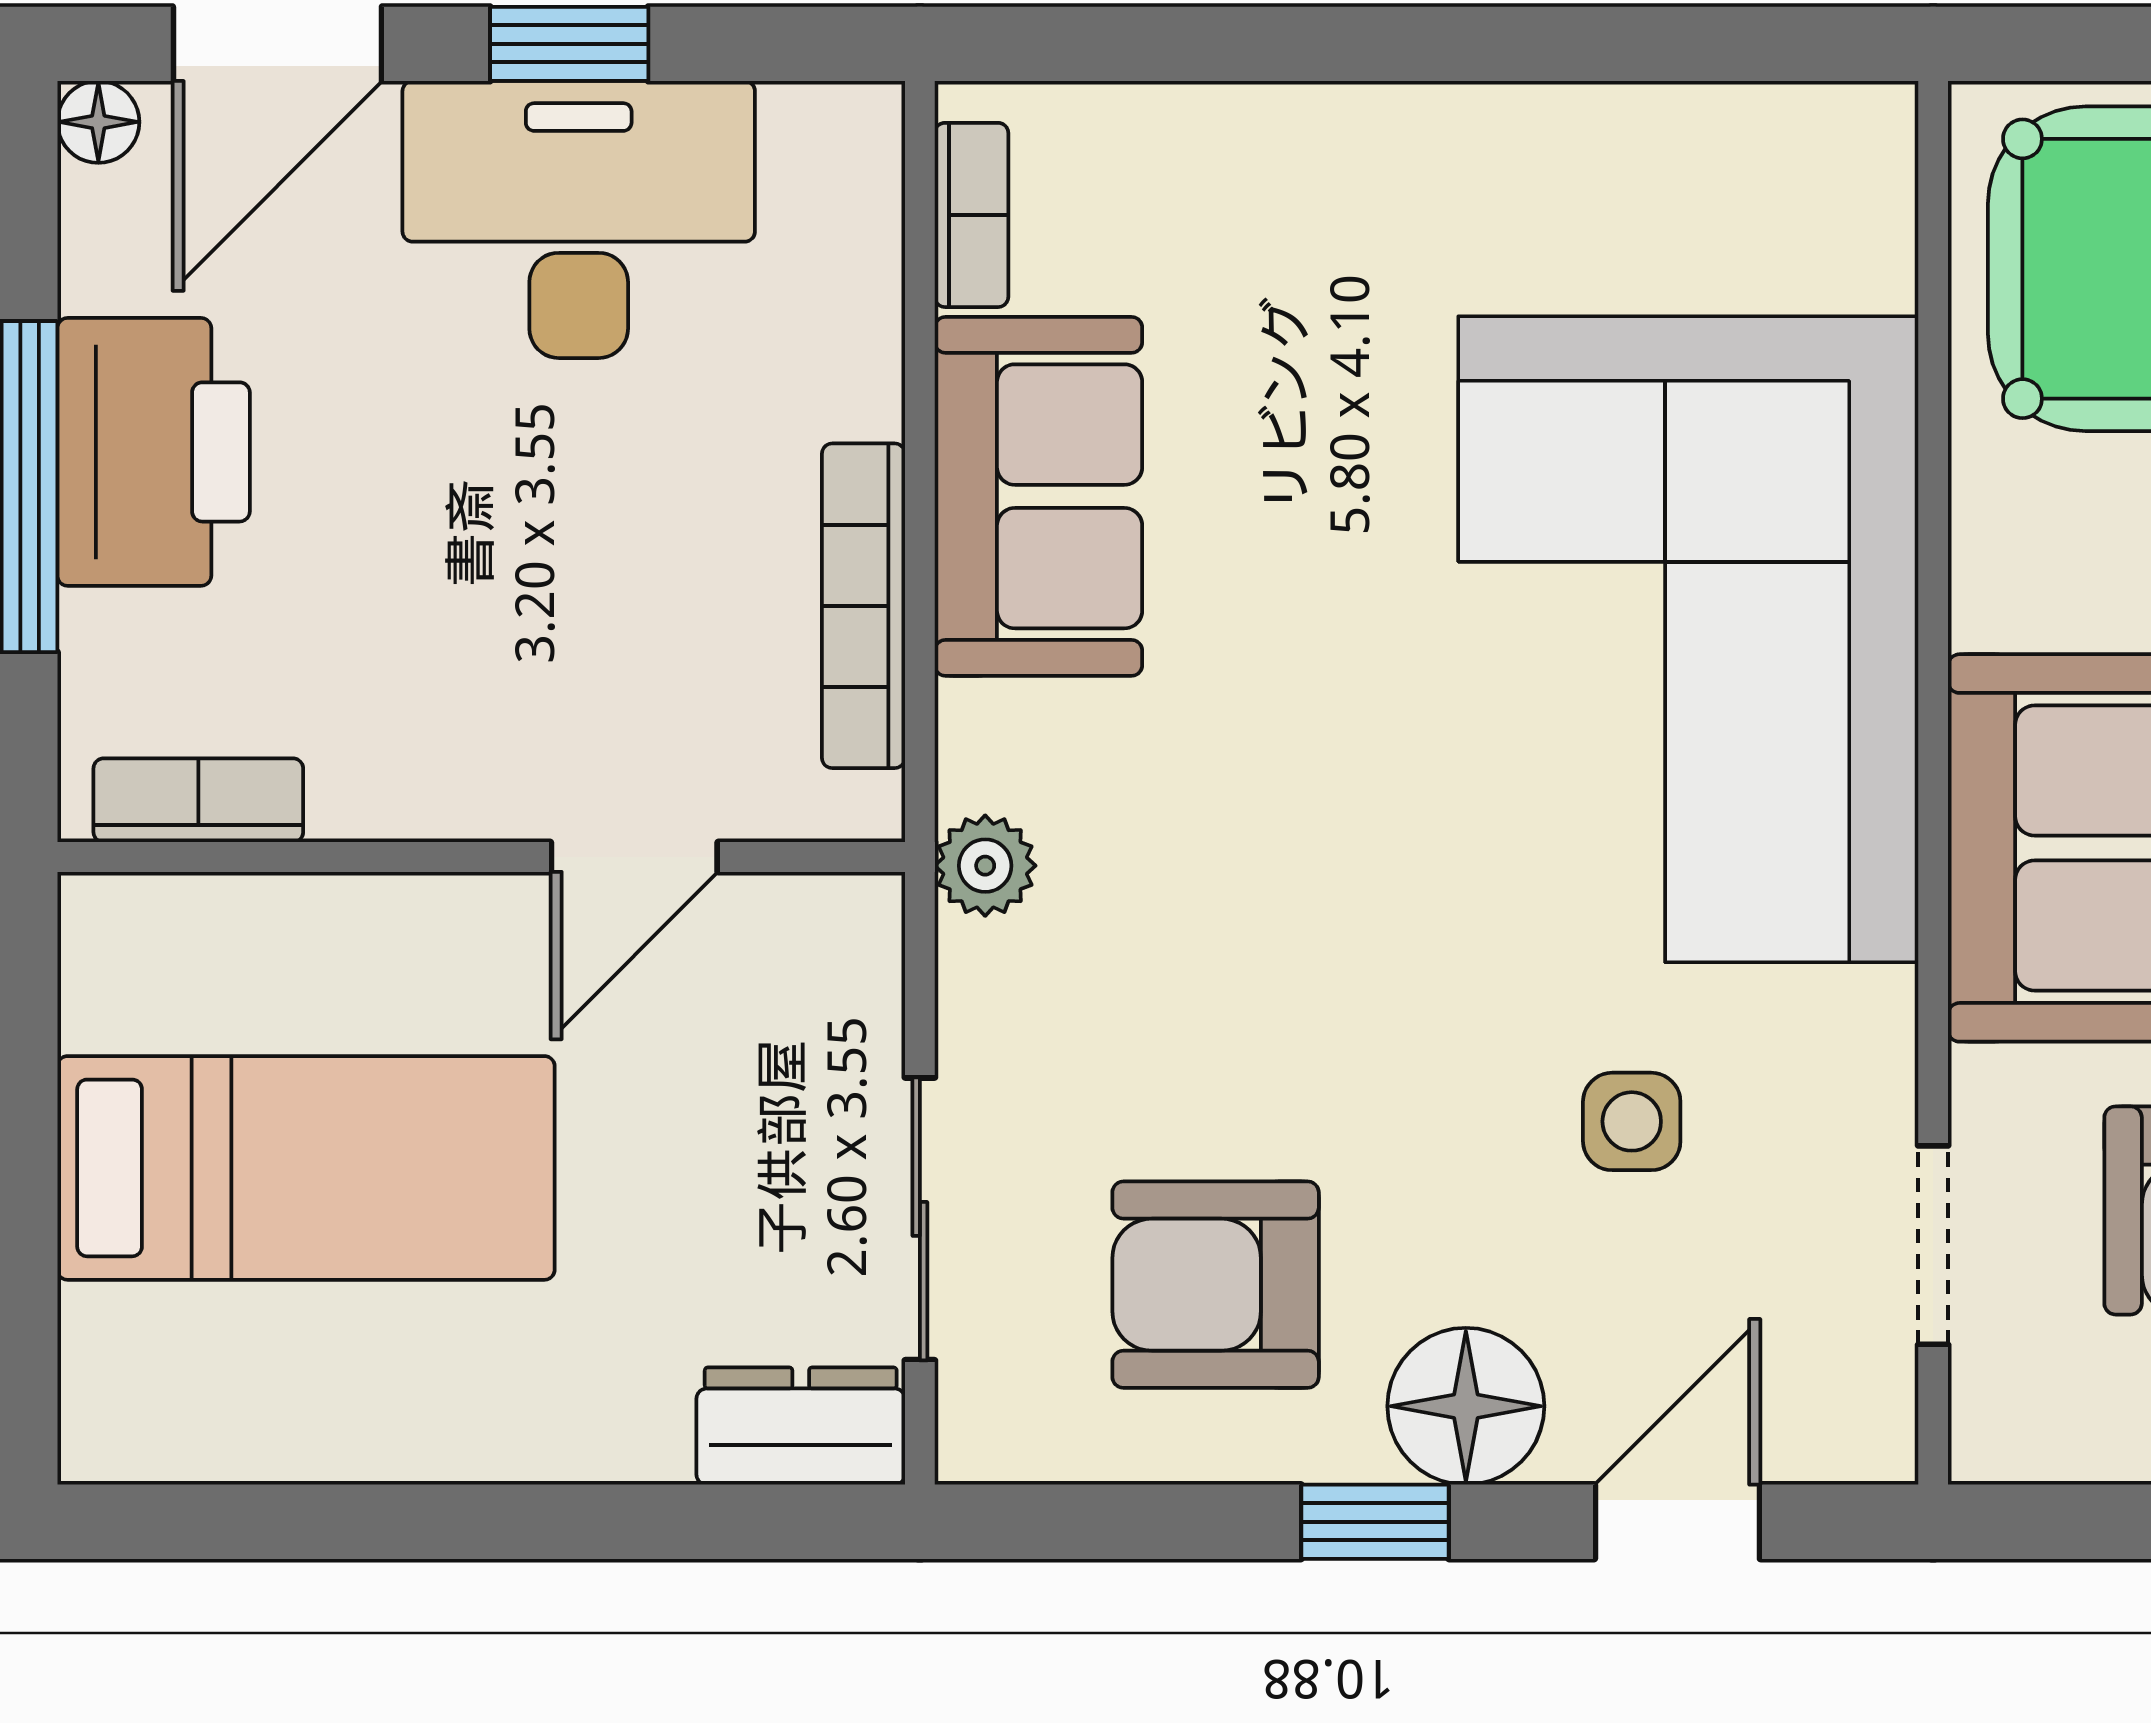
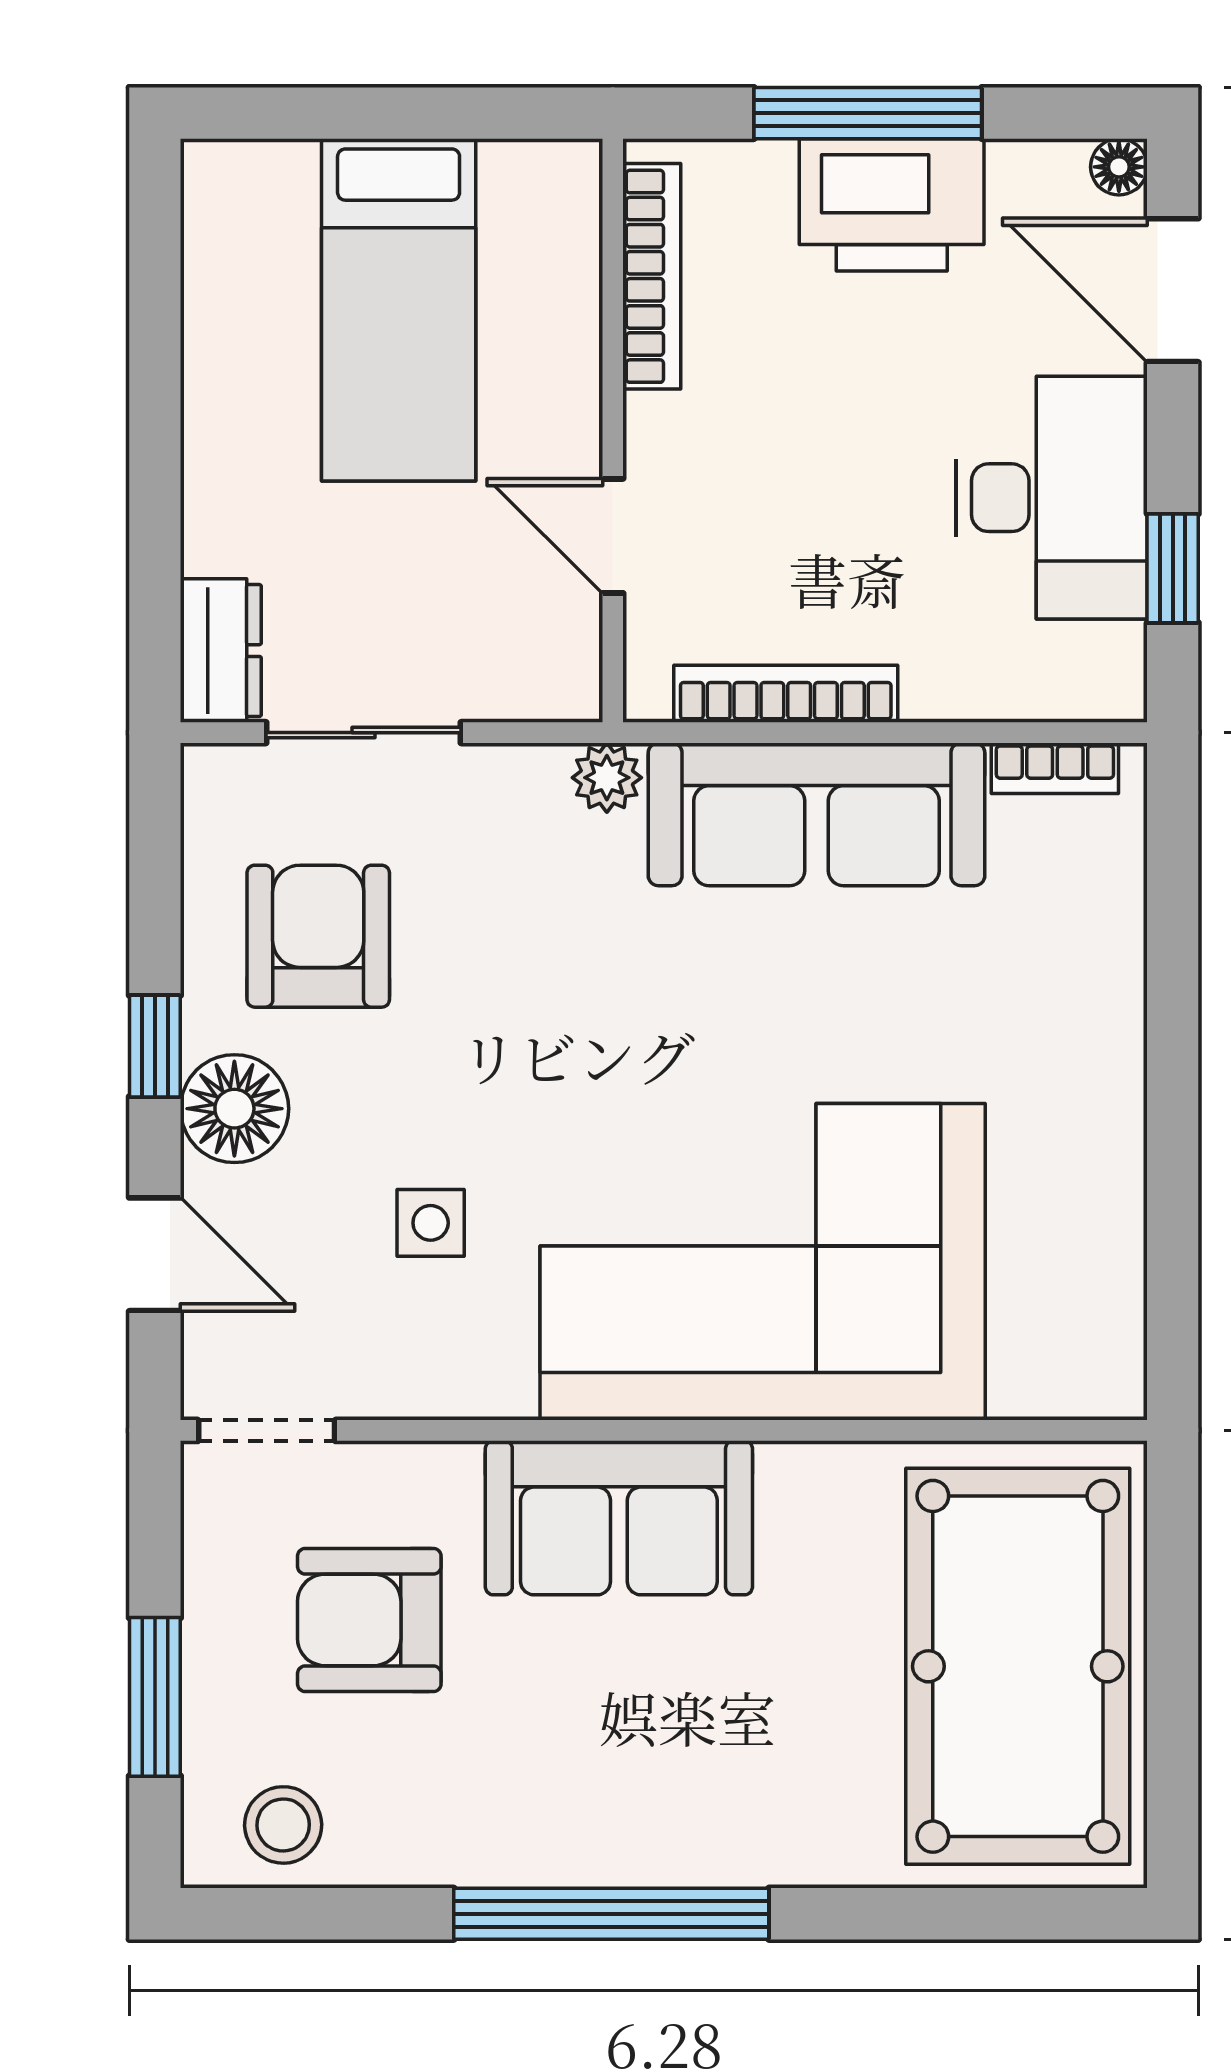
window: (569, 44) -> (1173, 568), moved
sofa: (1038, 496) -> (817, 814), width x1.36
bookcase: (198, 800) -> (652, 276), width x1.56
doorway: (1933, 1245) -> (267, 1430), moved

